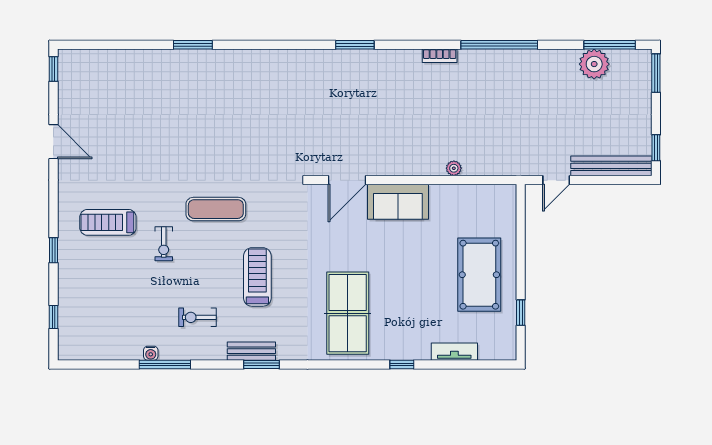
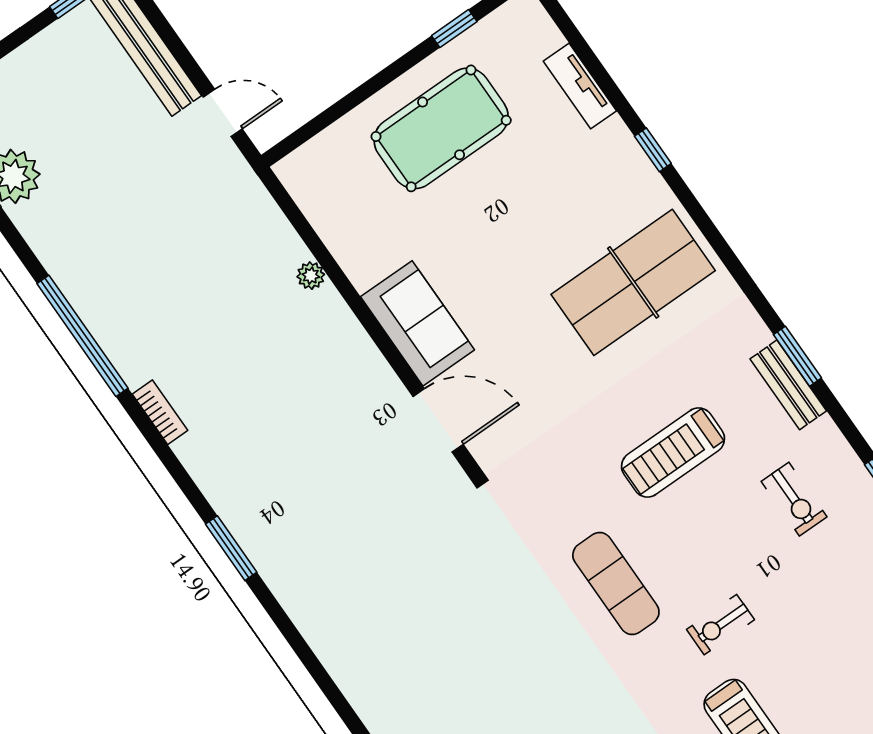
exercise bike: (164, 244) -> (720, 625), turned 180

